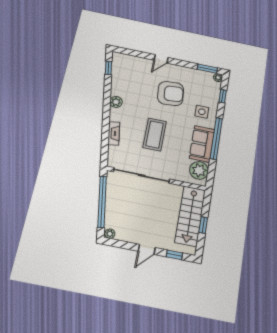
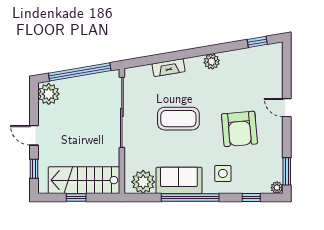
plant: (110, 234) -> (49, 94), width x1.87, depth x1.87

